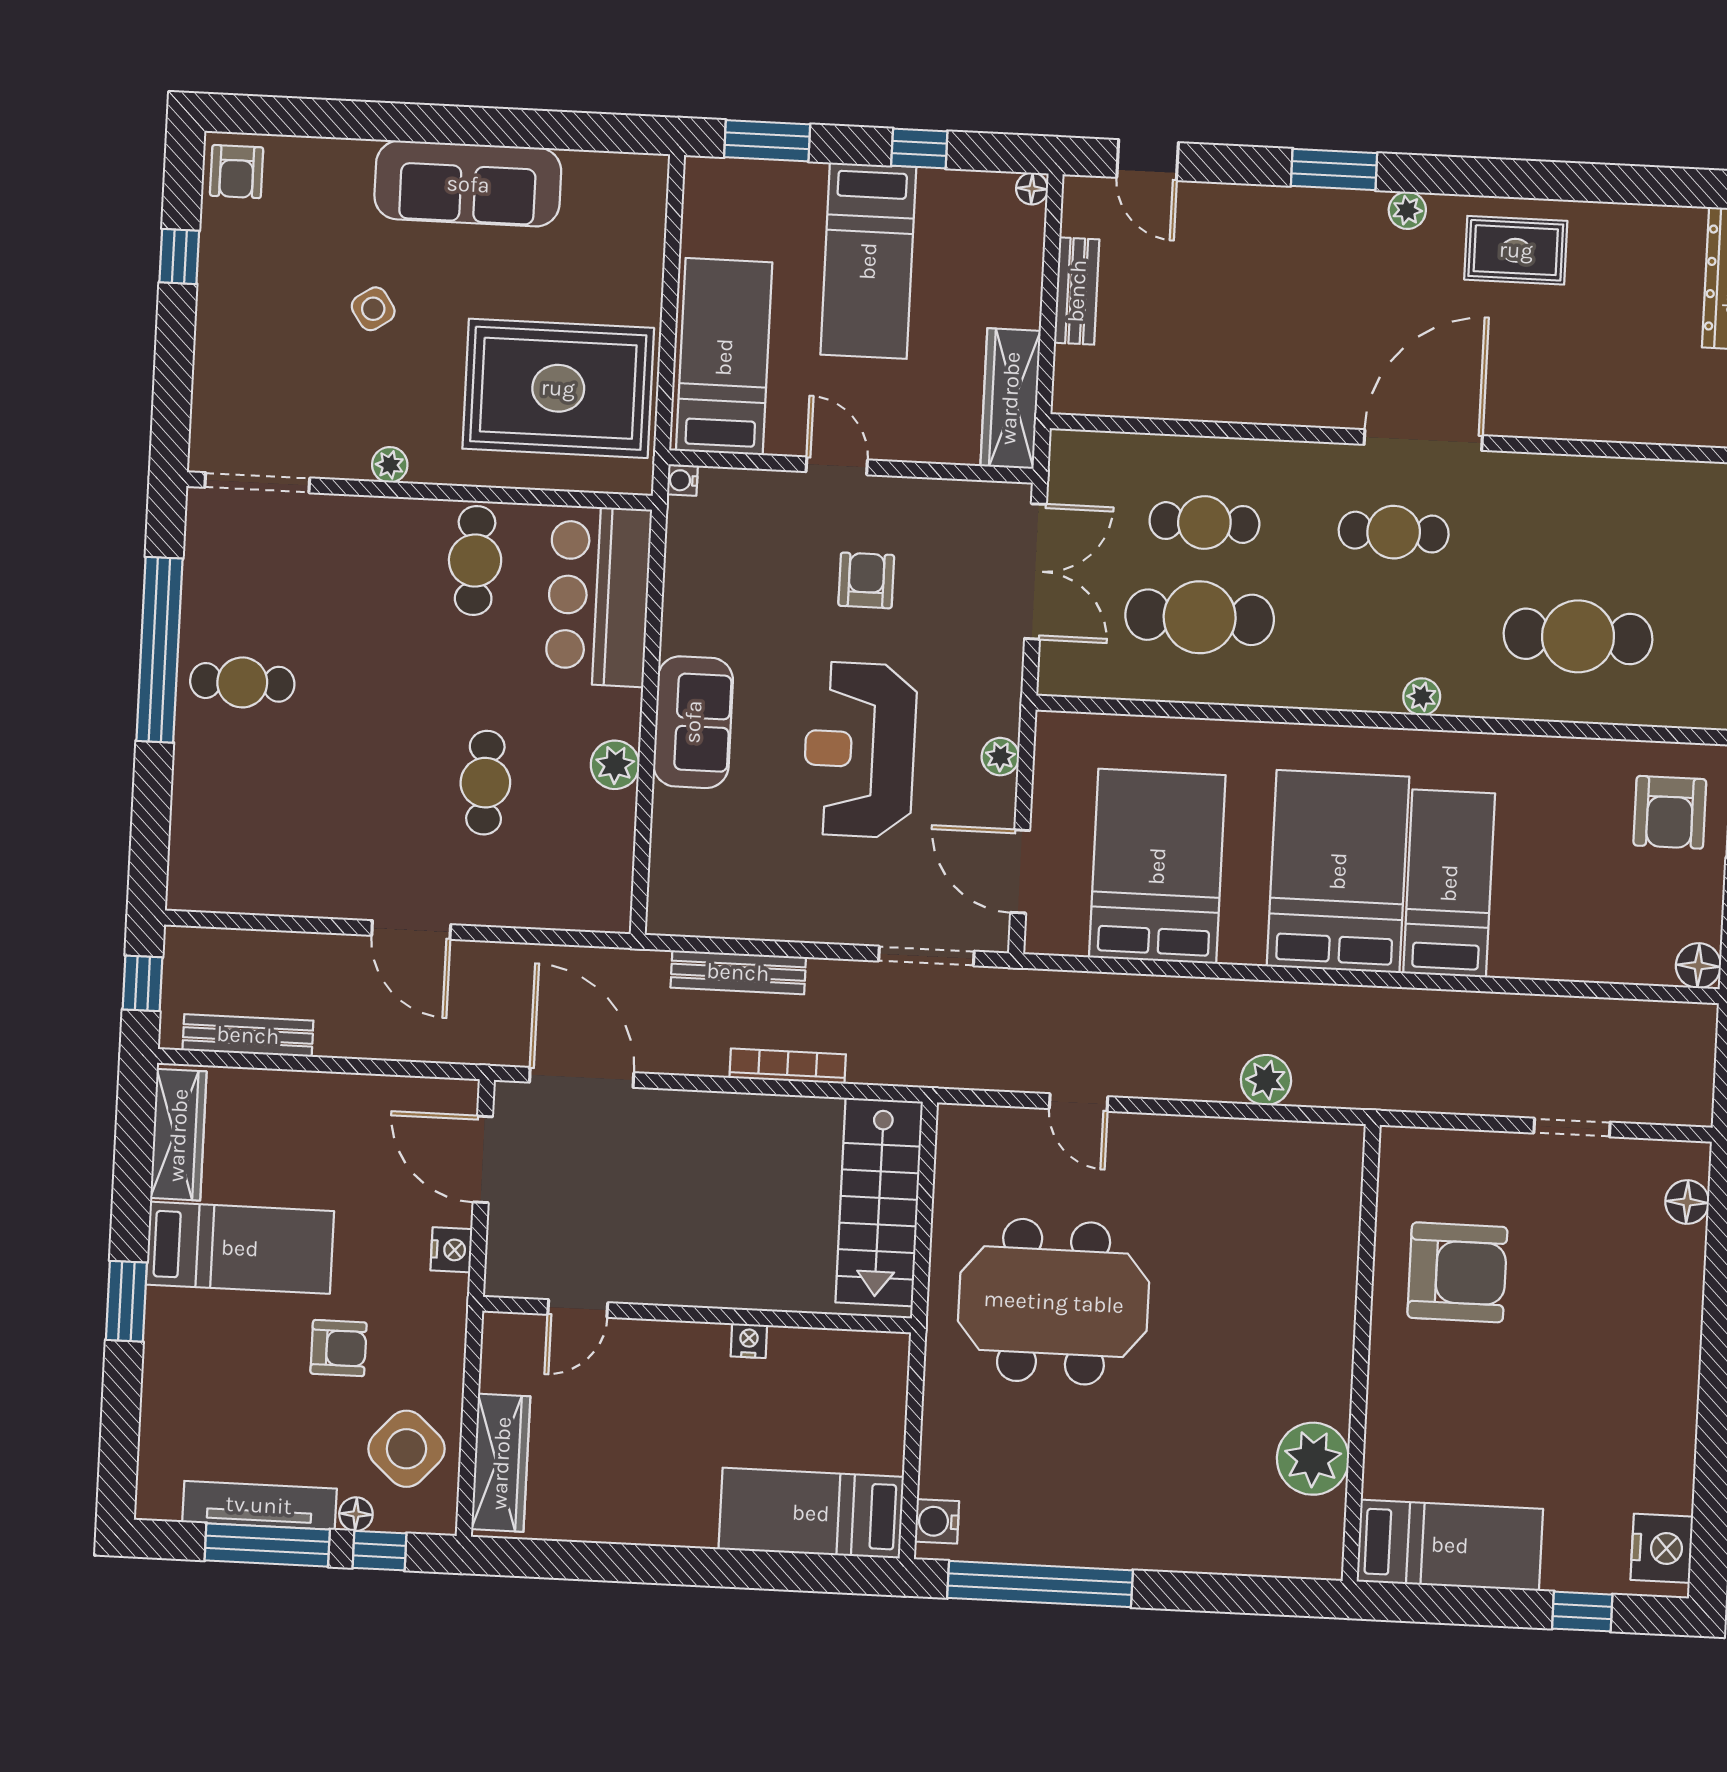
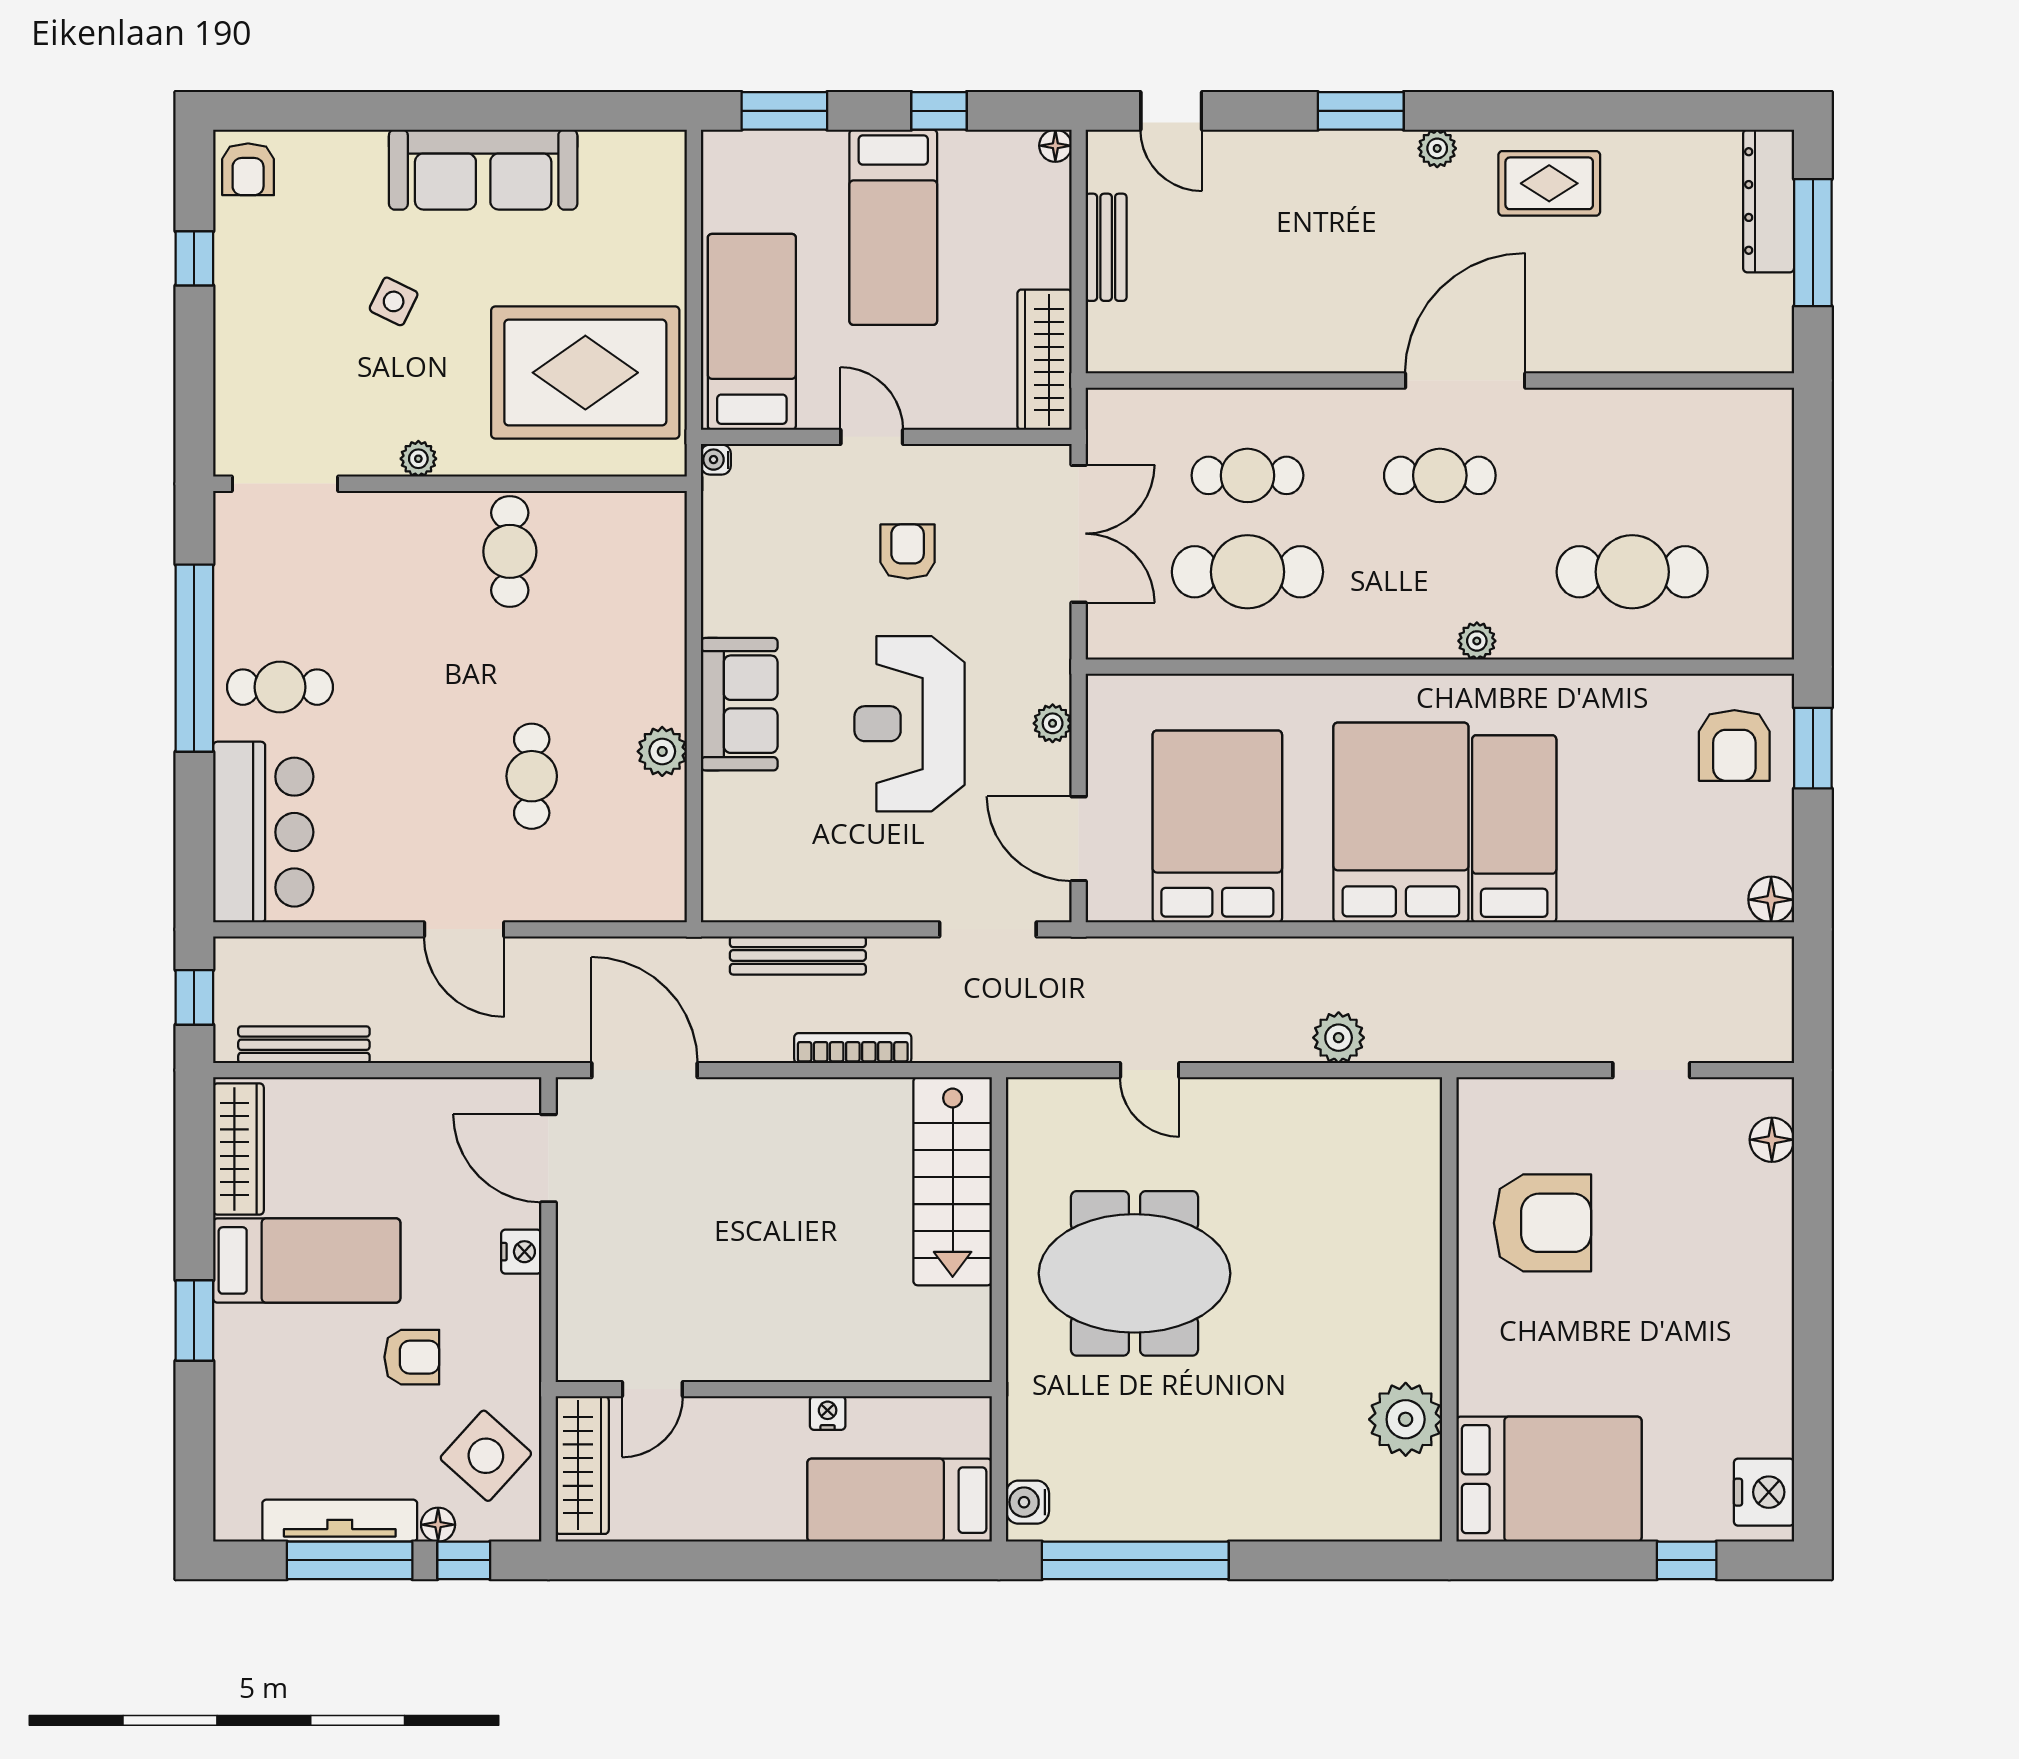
side table: (373, 309) -> (394, 301), turned -30
bar counter: (598, 596) -> (263, 832), moved, turned 180
door: (578, 1309) -> (652, 1389), moved
wall: (697, 1315) -> (774, 1389), moved
nightstand: (749, 1341) -> (828, 1413), moved
bed: (1450, 1545) -> (1549, 1479), width x1.50

